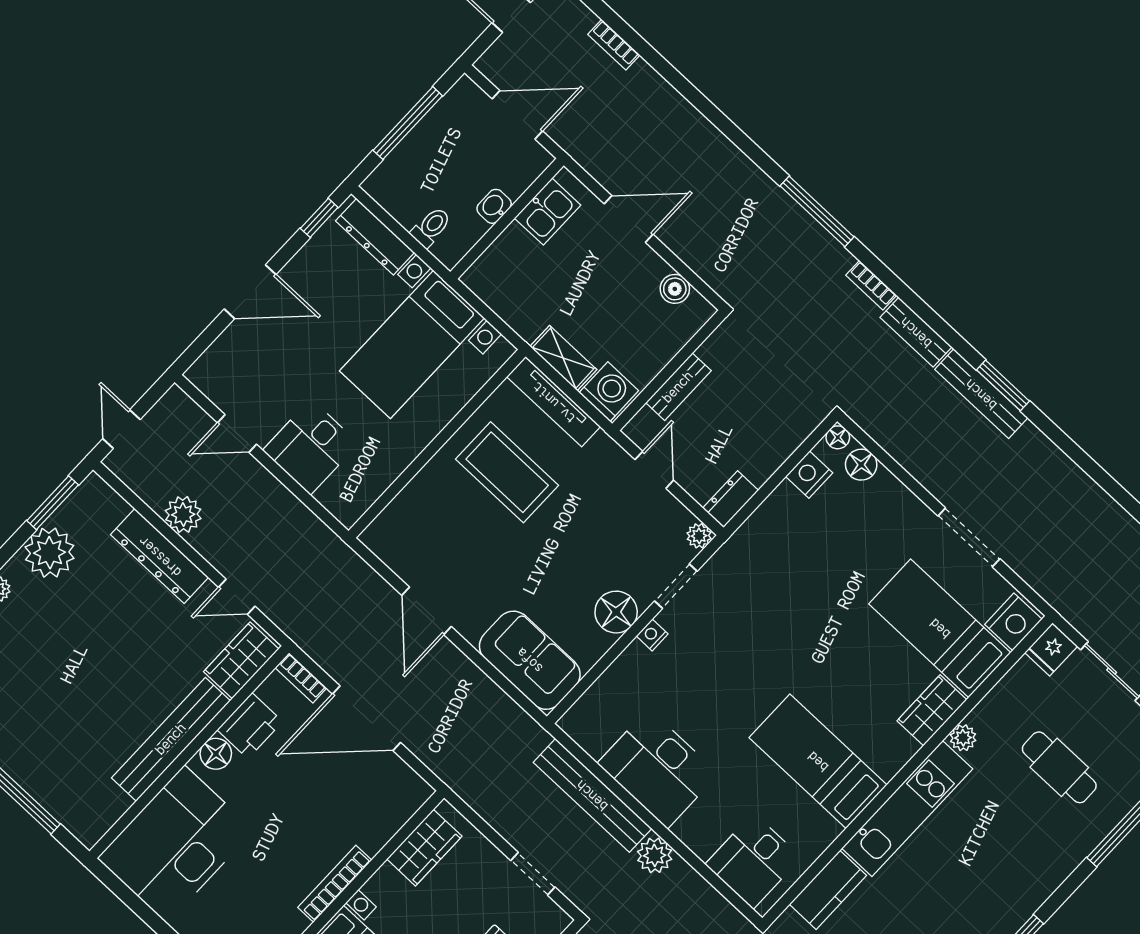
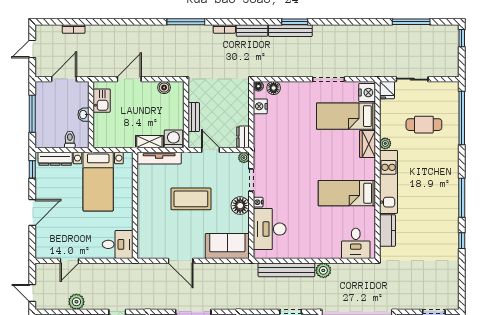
desk: (311, 447) -> (118, 244), moved, turned -90
coffee table: (507, 472) -> (191, 199), moved
desk: (658, 769) -> (270, 229), moved, turned 90

